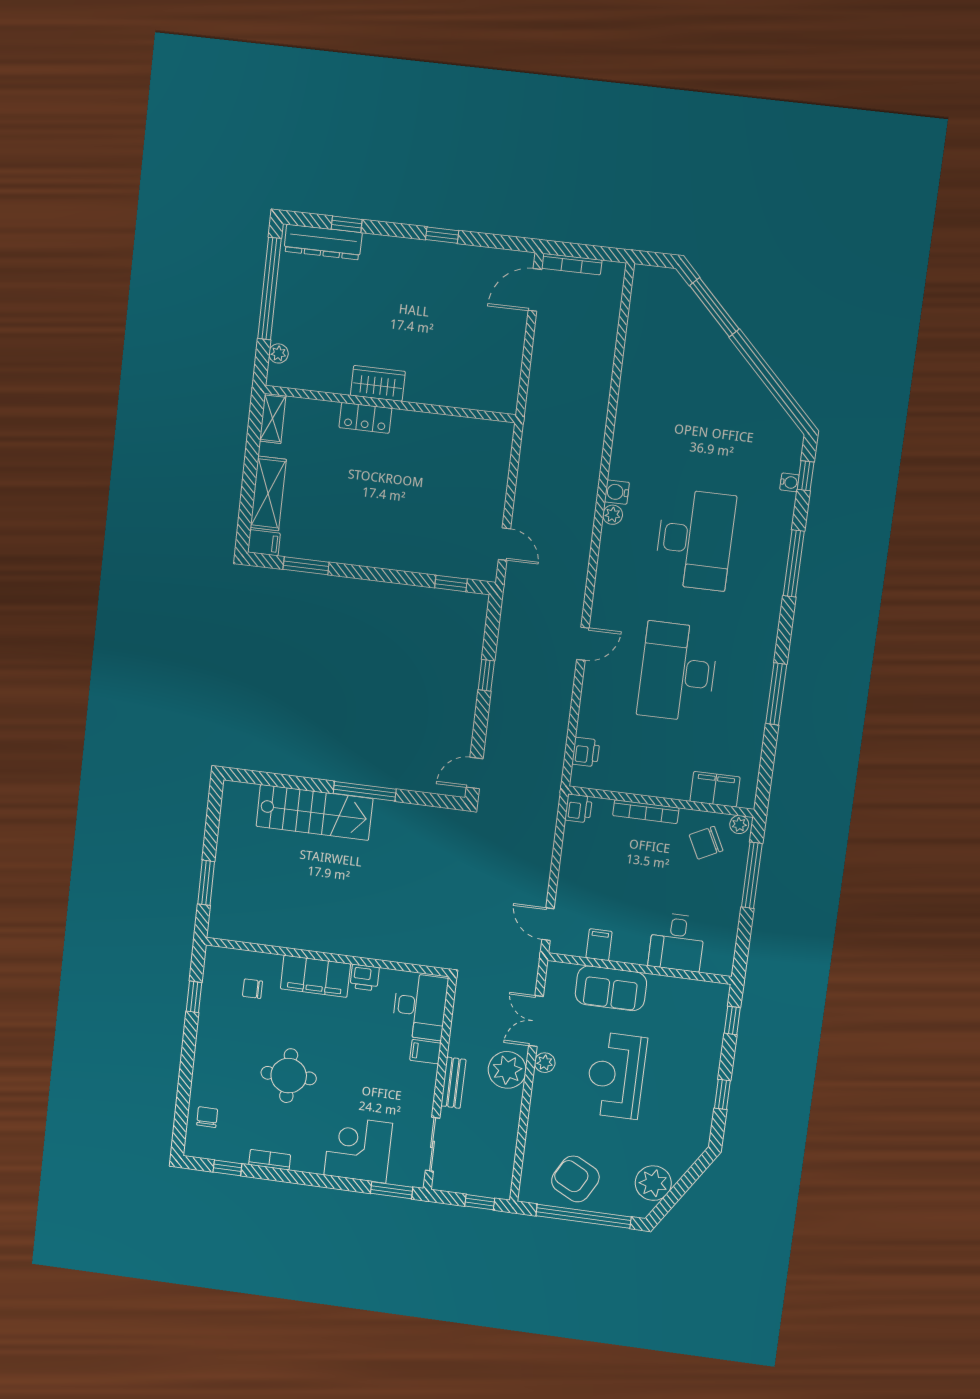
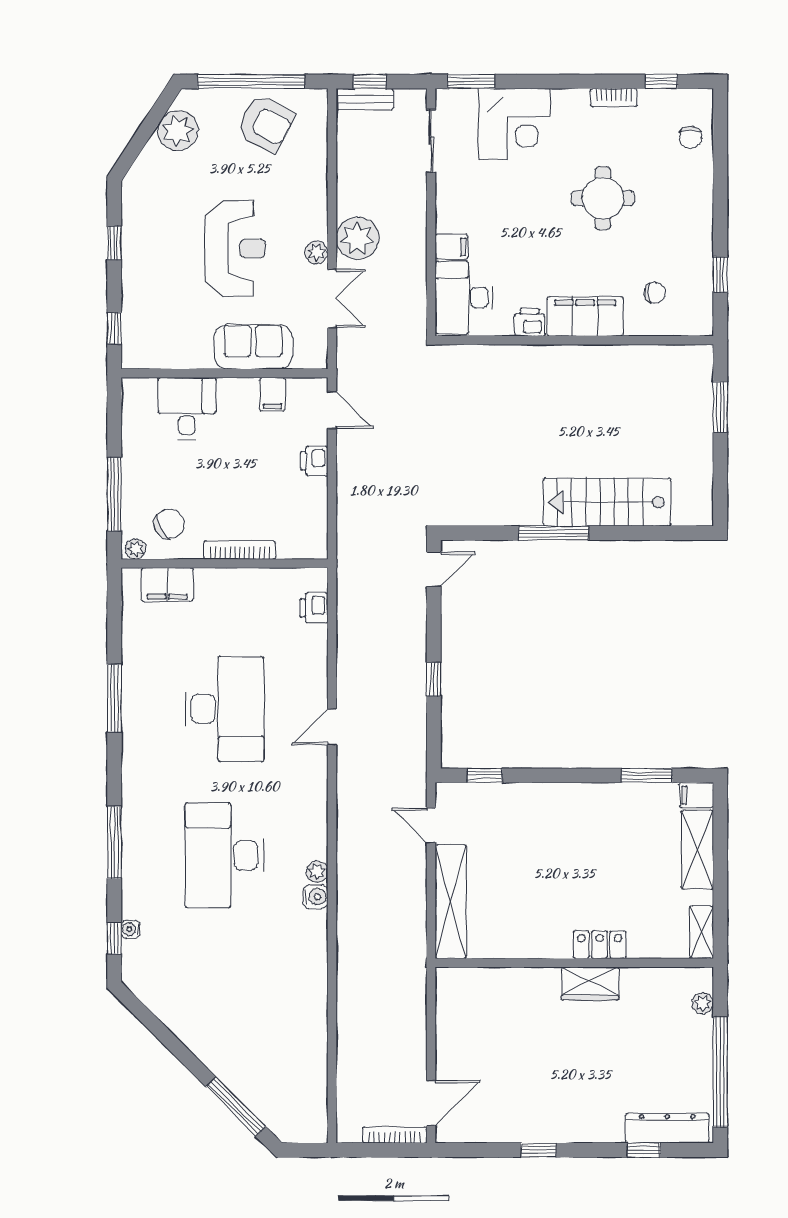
shelving: (495, 473) -> (451, 901), added
printer: (579, 808) -> (314, 461), moved
bench: (453, 1083) -> (365, 99), moved, turned 90

